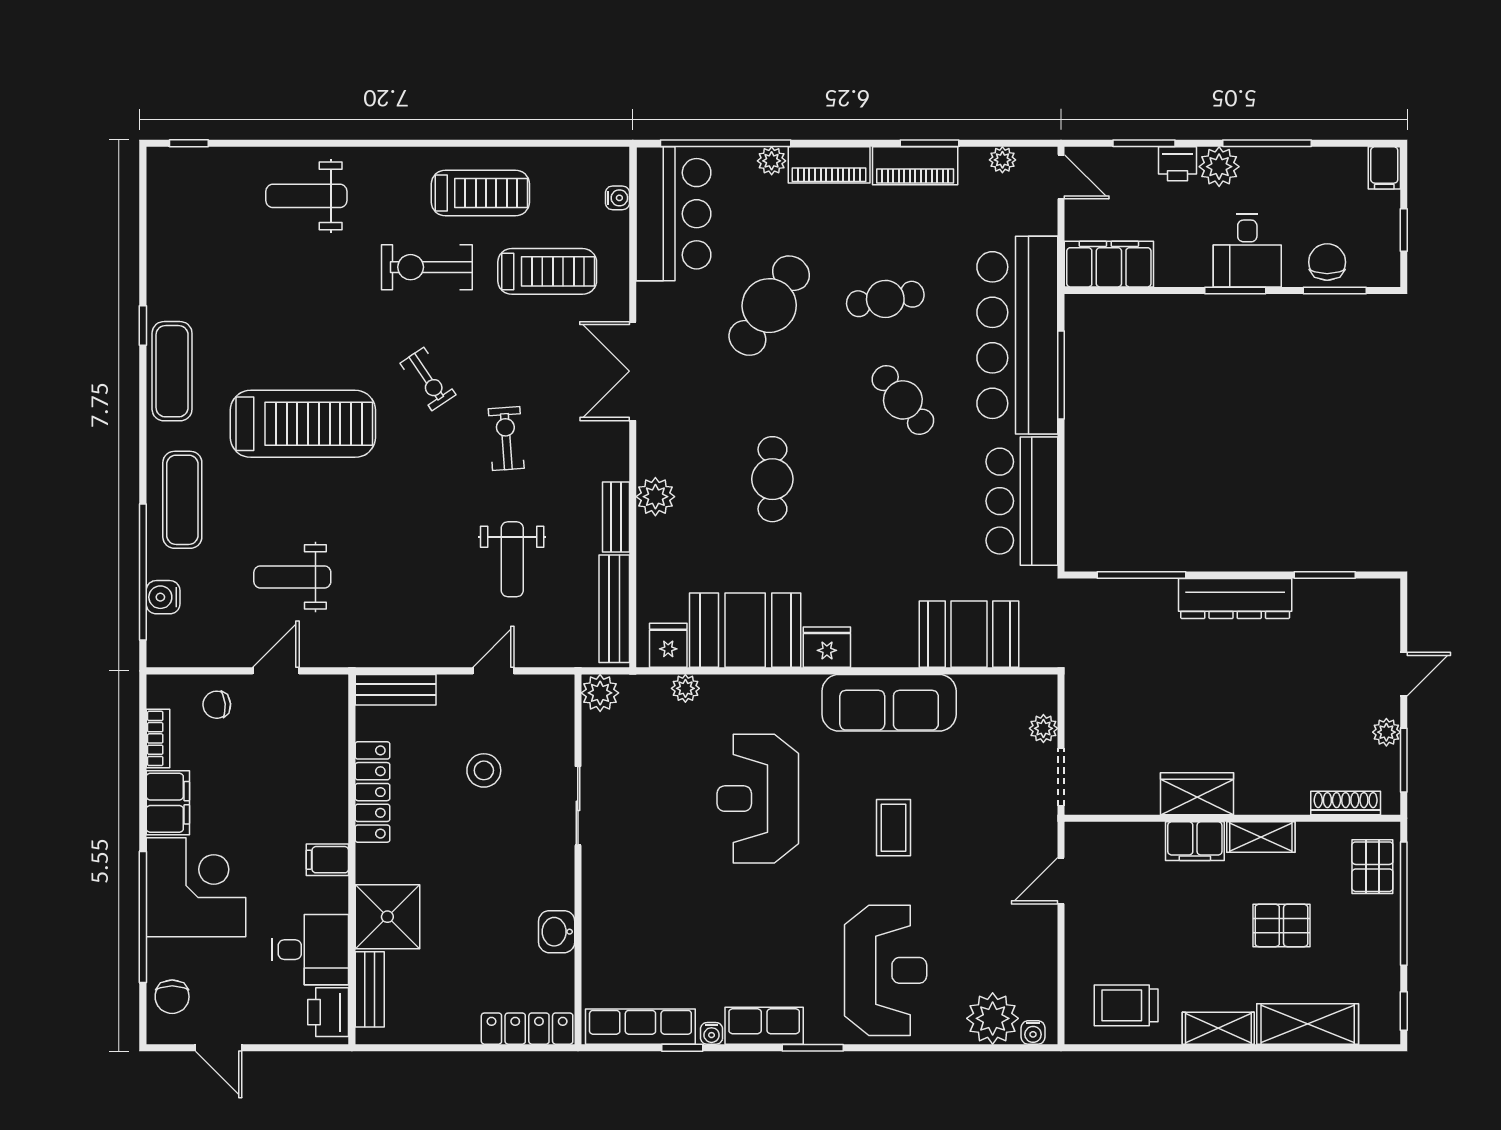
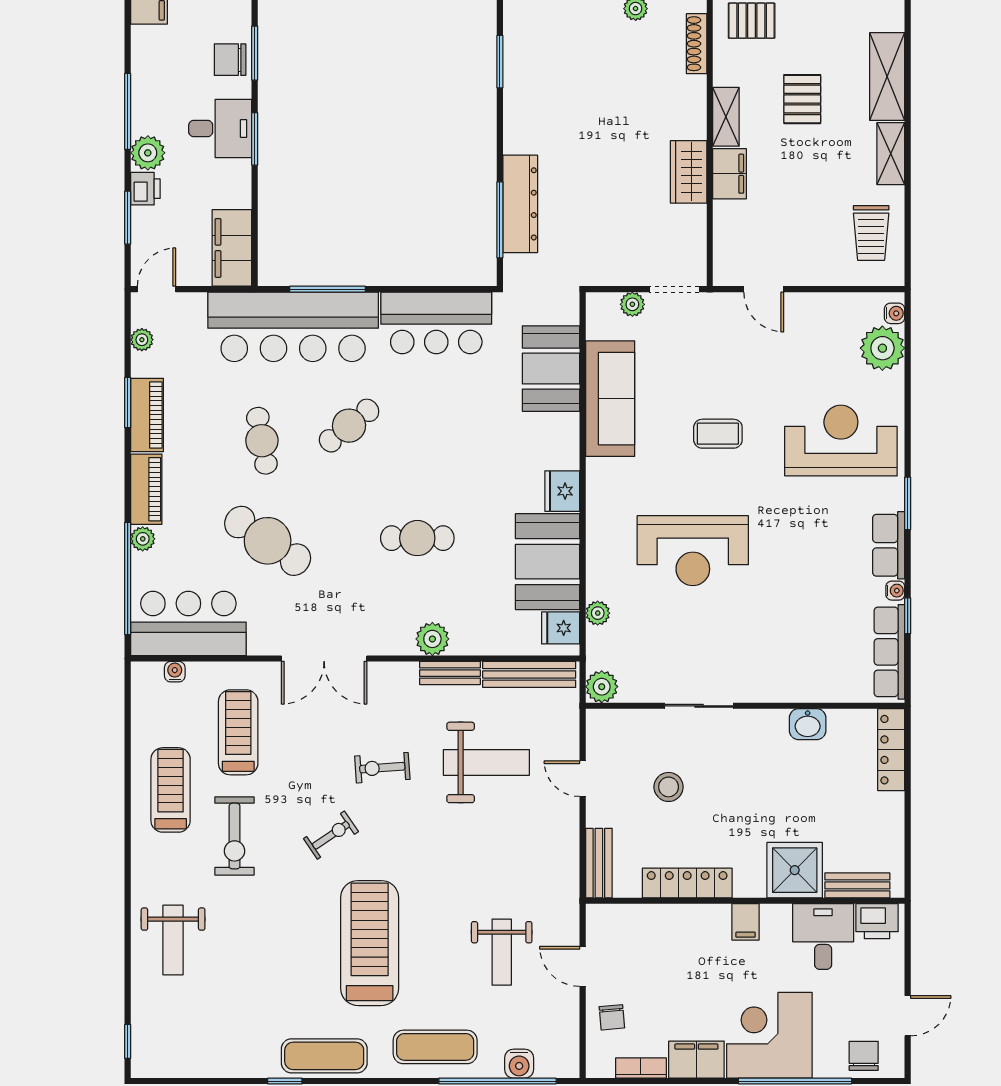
weight bench: (512, 559) -> (486, 762), width x1.36, depth x1.33
dresser: (1235, 598) -> (520, 204), moved
sofa: (889, 703) -> (610, 399), moved
chair: (172, 997) -> (864, 1056), turned -90

